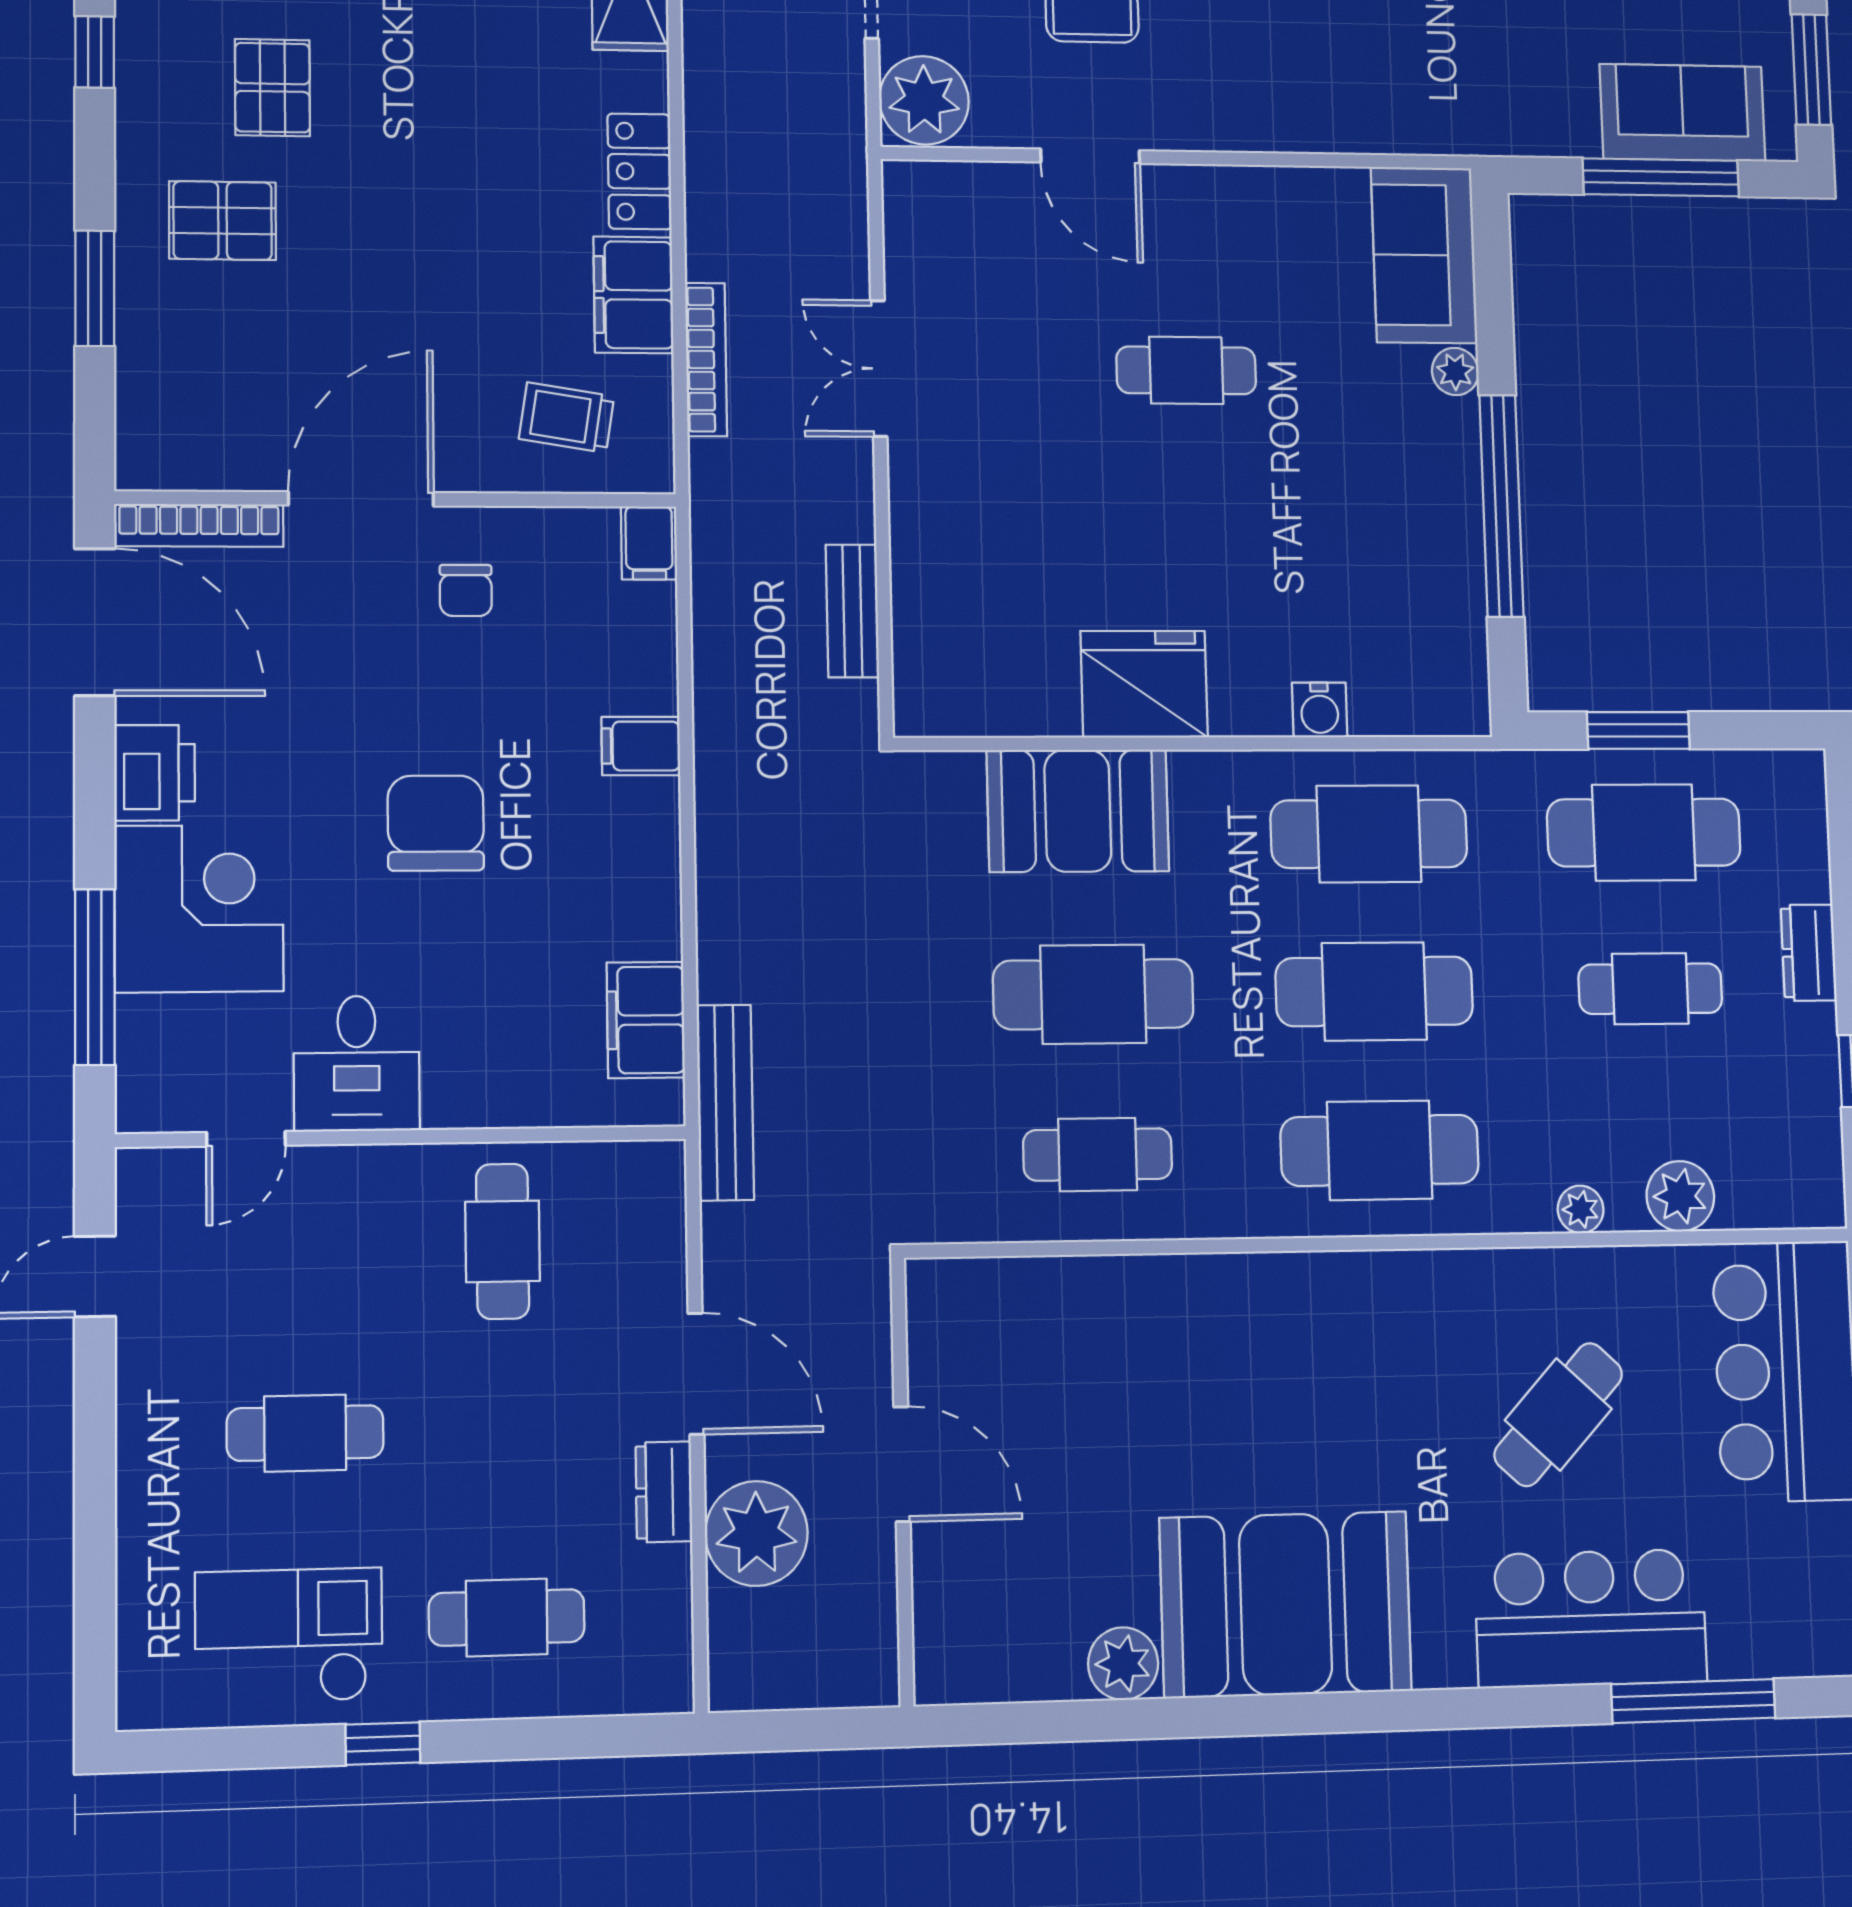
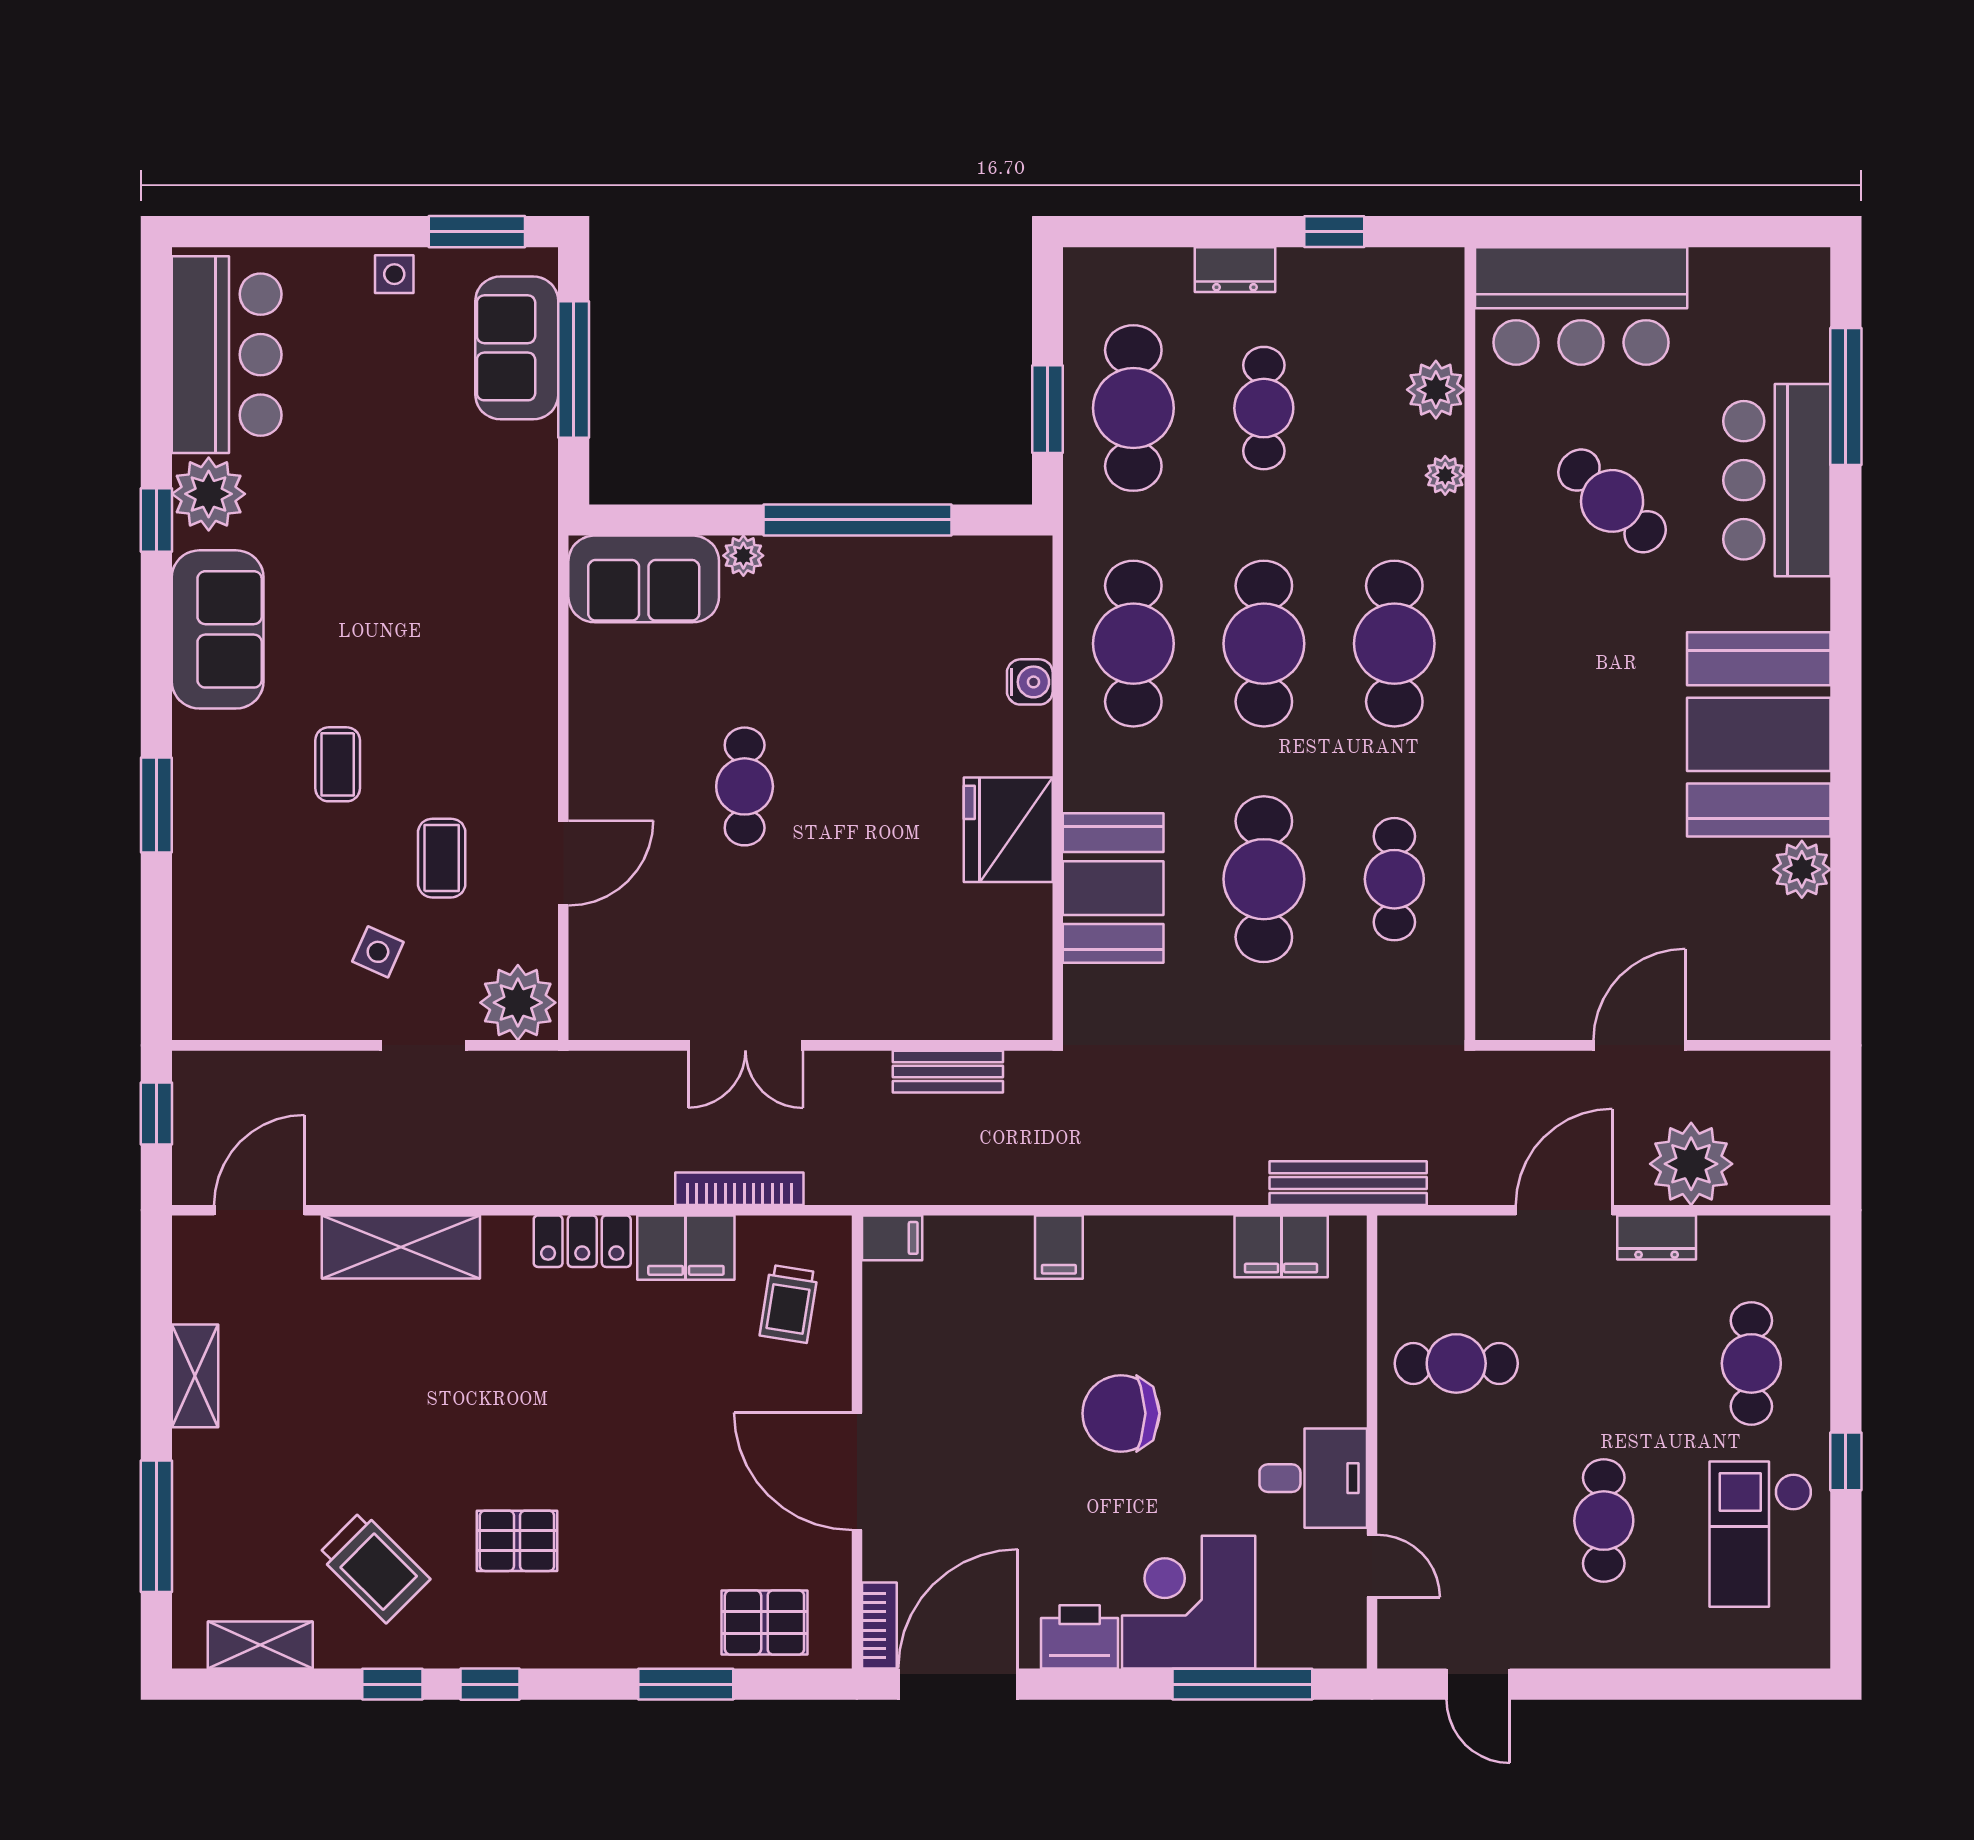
pallet: (223, 221) -> (764, 1622), moved, turned 90
bookcase: (199, 525) -> (879, 1626), width x0.64
chair: (466, 590) -> (932, 1388), removed

